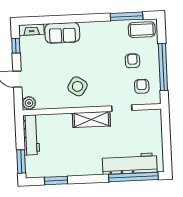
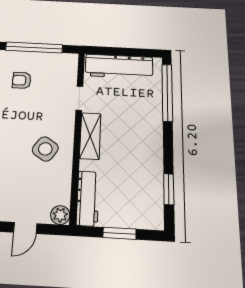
armchair: (142, 86) -> (55, 73), removed
workbench: (31, 135) -> (88, 198), moved, turned 90
window: (21, 161) -> (119, 233), moved
workbench: (130, 164) -> (119, 66), moved, turned -90

